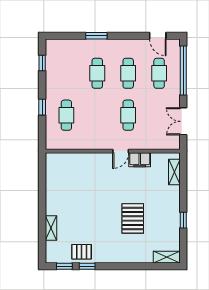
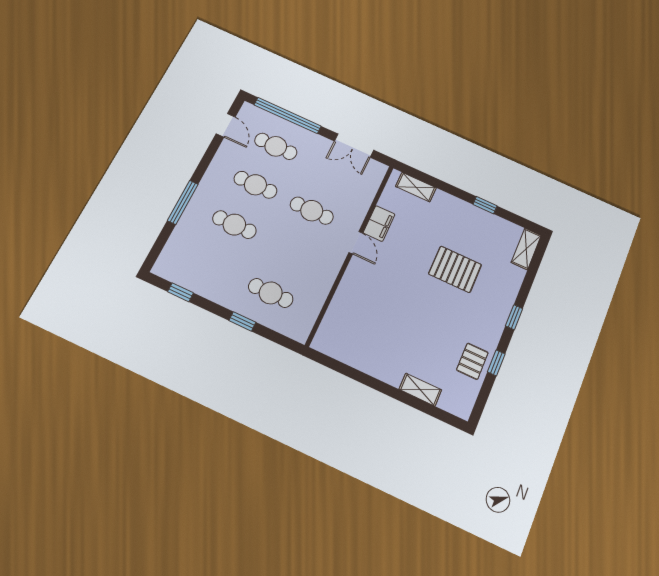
window: (96, 36) -> (183, 202), width x1.44
door: (158, 36) -> (226, 125), hinge flipped
window: (64, 266) -> (514, 317), moved

